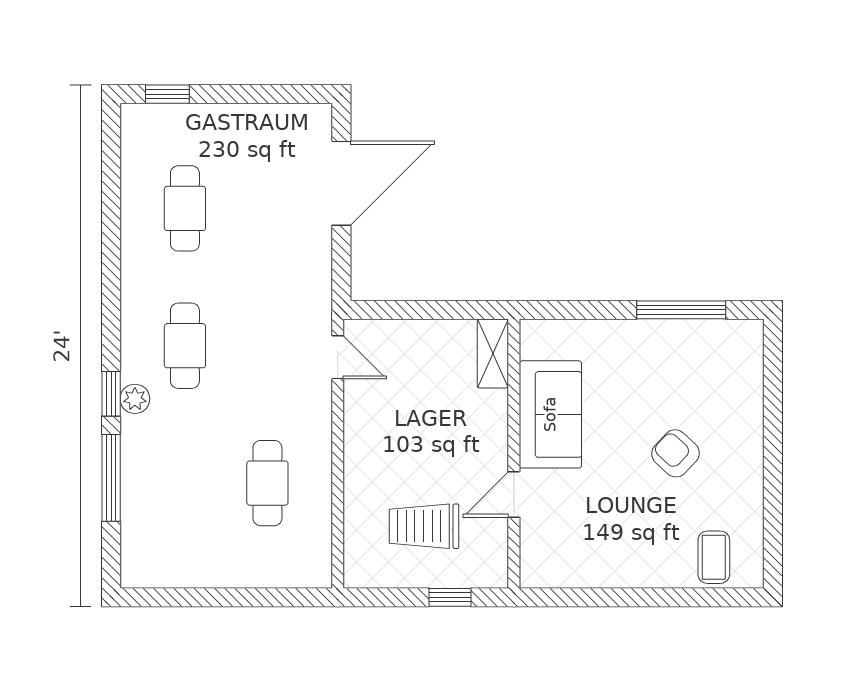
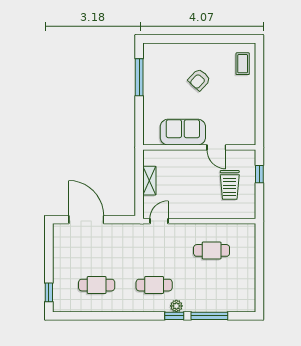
shelving: (493, 353) -> (149, 181), moved, turned 90
coffee table: (714, 557) -> (243, 64), turned 90

